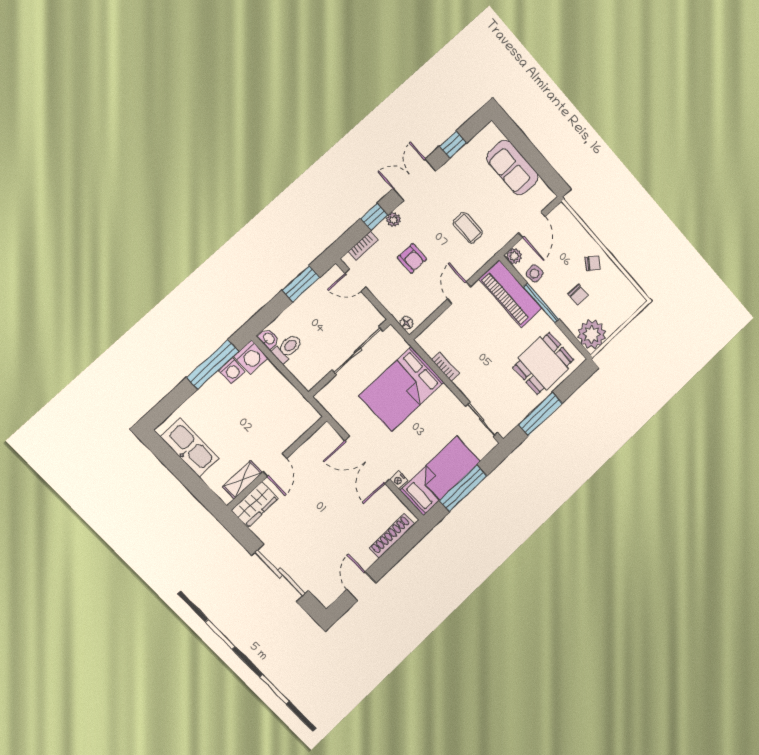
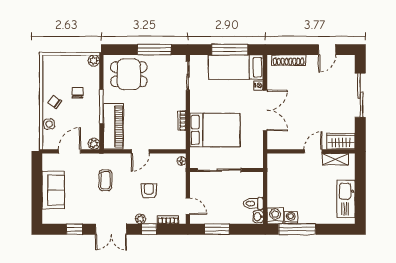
side table: (535, 273) -> (49, 124), moved
plant: (592, 334) -> (94, 61), width x0.53, depth x0.53

